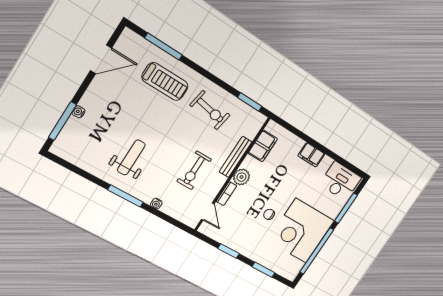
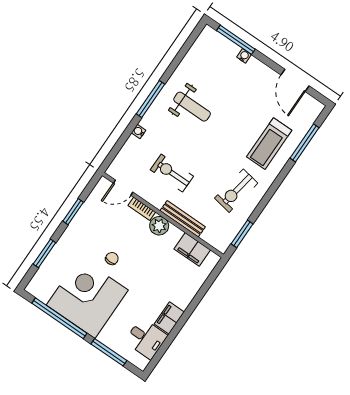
filing cabinet: (311, 155) -> (169, 318), moved
desk: (340, 181) -> (146, 339), width x0.73

